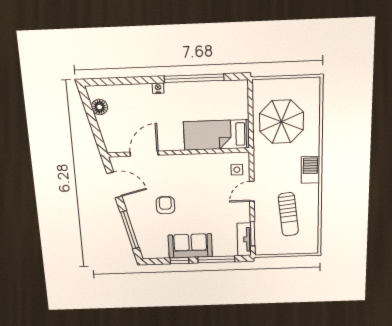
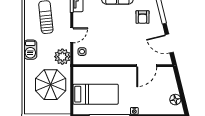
bed: (217, 135) -> (96, 94), moved
plant: (265, 162) -> (62, 57), added
armchair: (165, 205) -> (142, 17), moved

